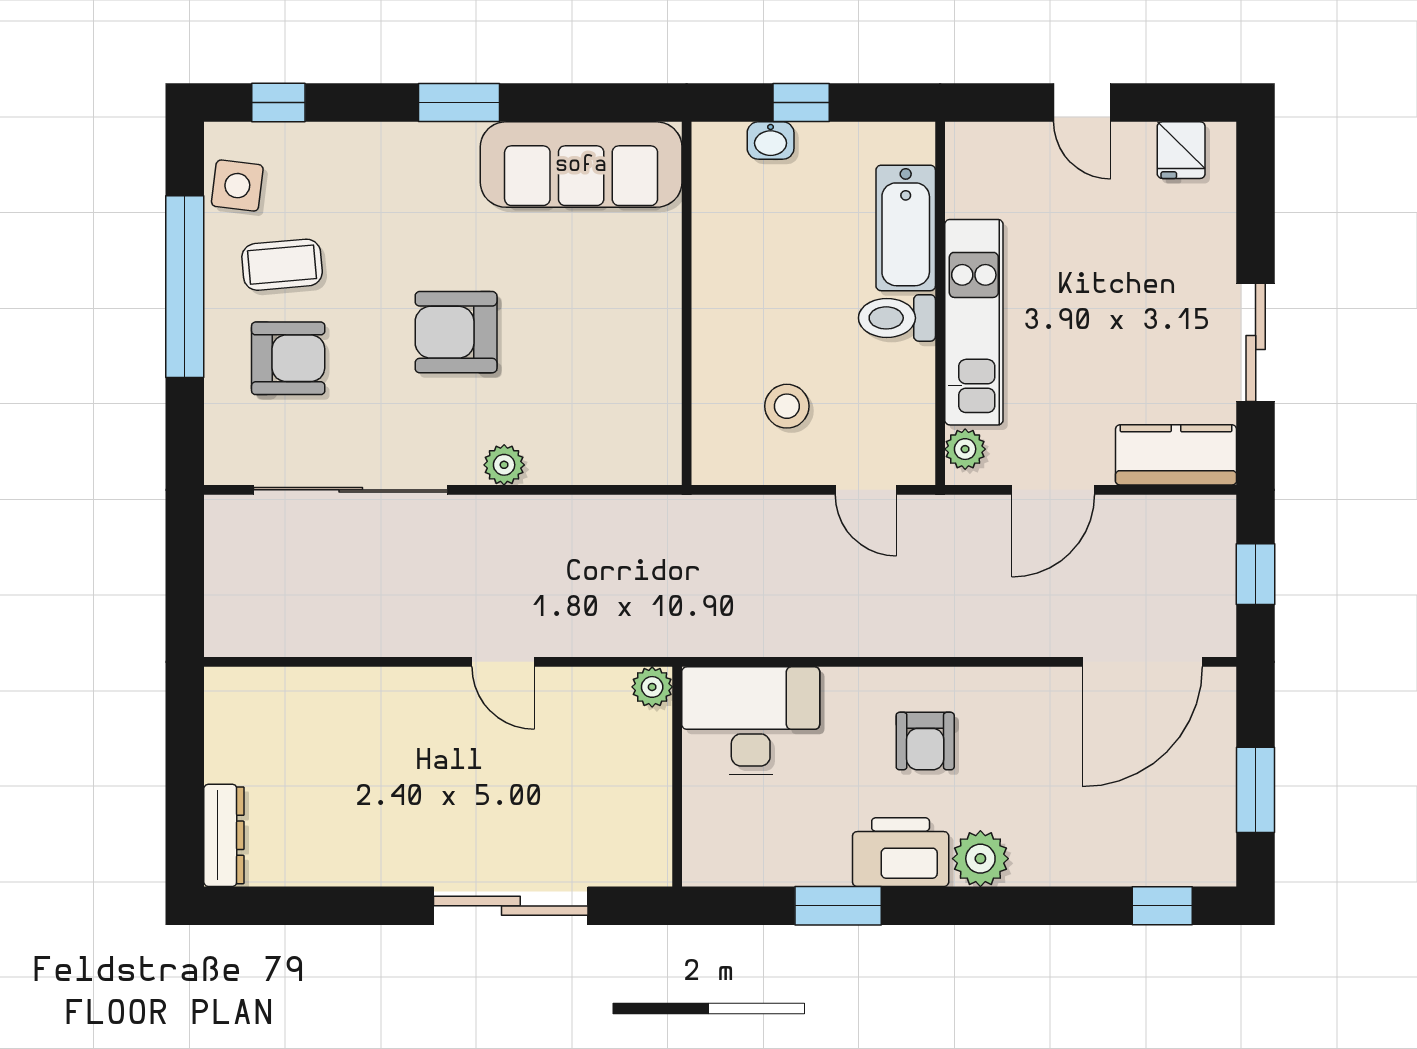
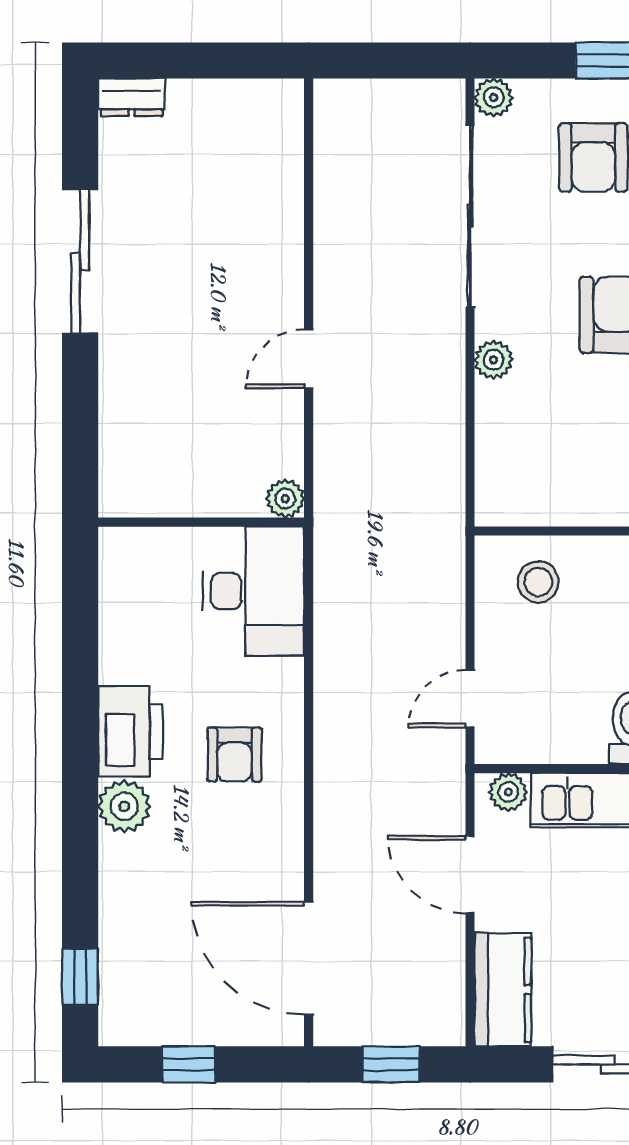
stool: (787, 406) -> (538, 582), moved
plant: (224, 465) -> (494, 97), added
armchair: (925, 741) -> (235, 755), turned -90
window: (1256, 790) -> (189, 1064), width x0.67
dresser: (224, 835) -> (131, 97), width x0.70
sliding door: (511, 906) -> (80, 261), moved
window: (838, 906) -> (80, 673), removed

